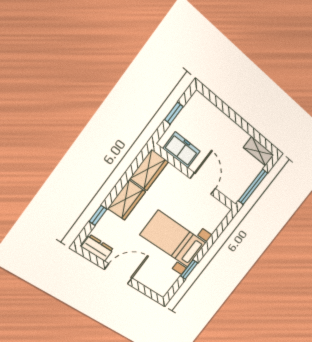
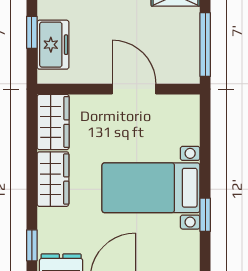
freezer: (182, 150) -> (53, 45), moved, turned 90
window: (98, 215) -> (32, 245), moved

